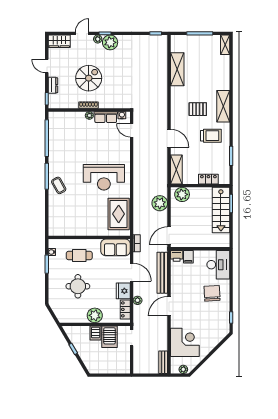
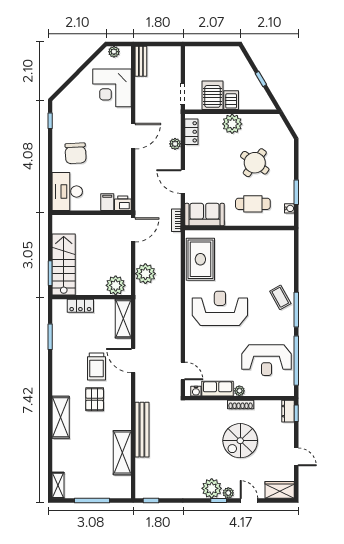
door: (82, 33) -> (249, 500), swing flipped
dresser: (53, 85) -> (288, 411), moved
shelving: (223, 106) -> (61, 417), moved
pallet: (198, 109) -> (95, 399), turned 90
trolley: (211, 136) -> (97, 367), moved, turned -90
reception desk: (69, 138) -> (266, 360), added
bench: (162, 273) -> (142, 430), moved
round table: (78, 286) -> (255, 163), turned 36
fridge: (123, 291) -> (194, 156), removed

